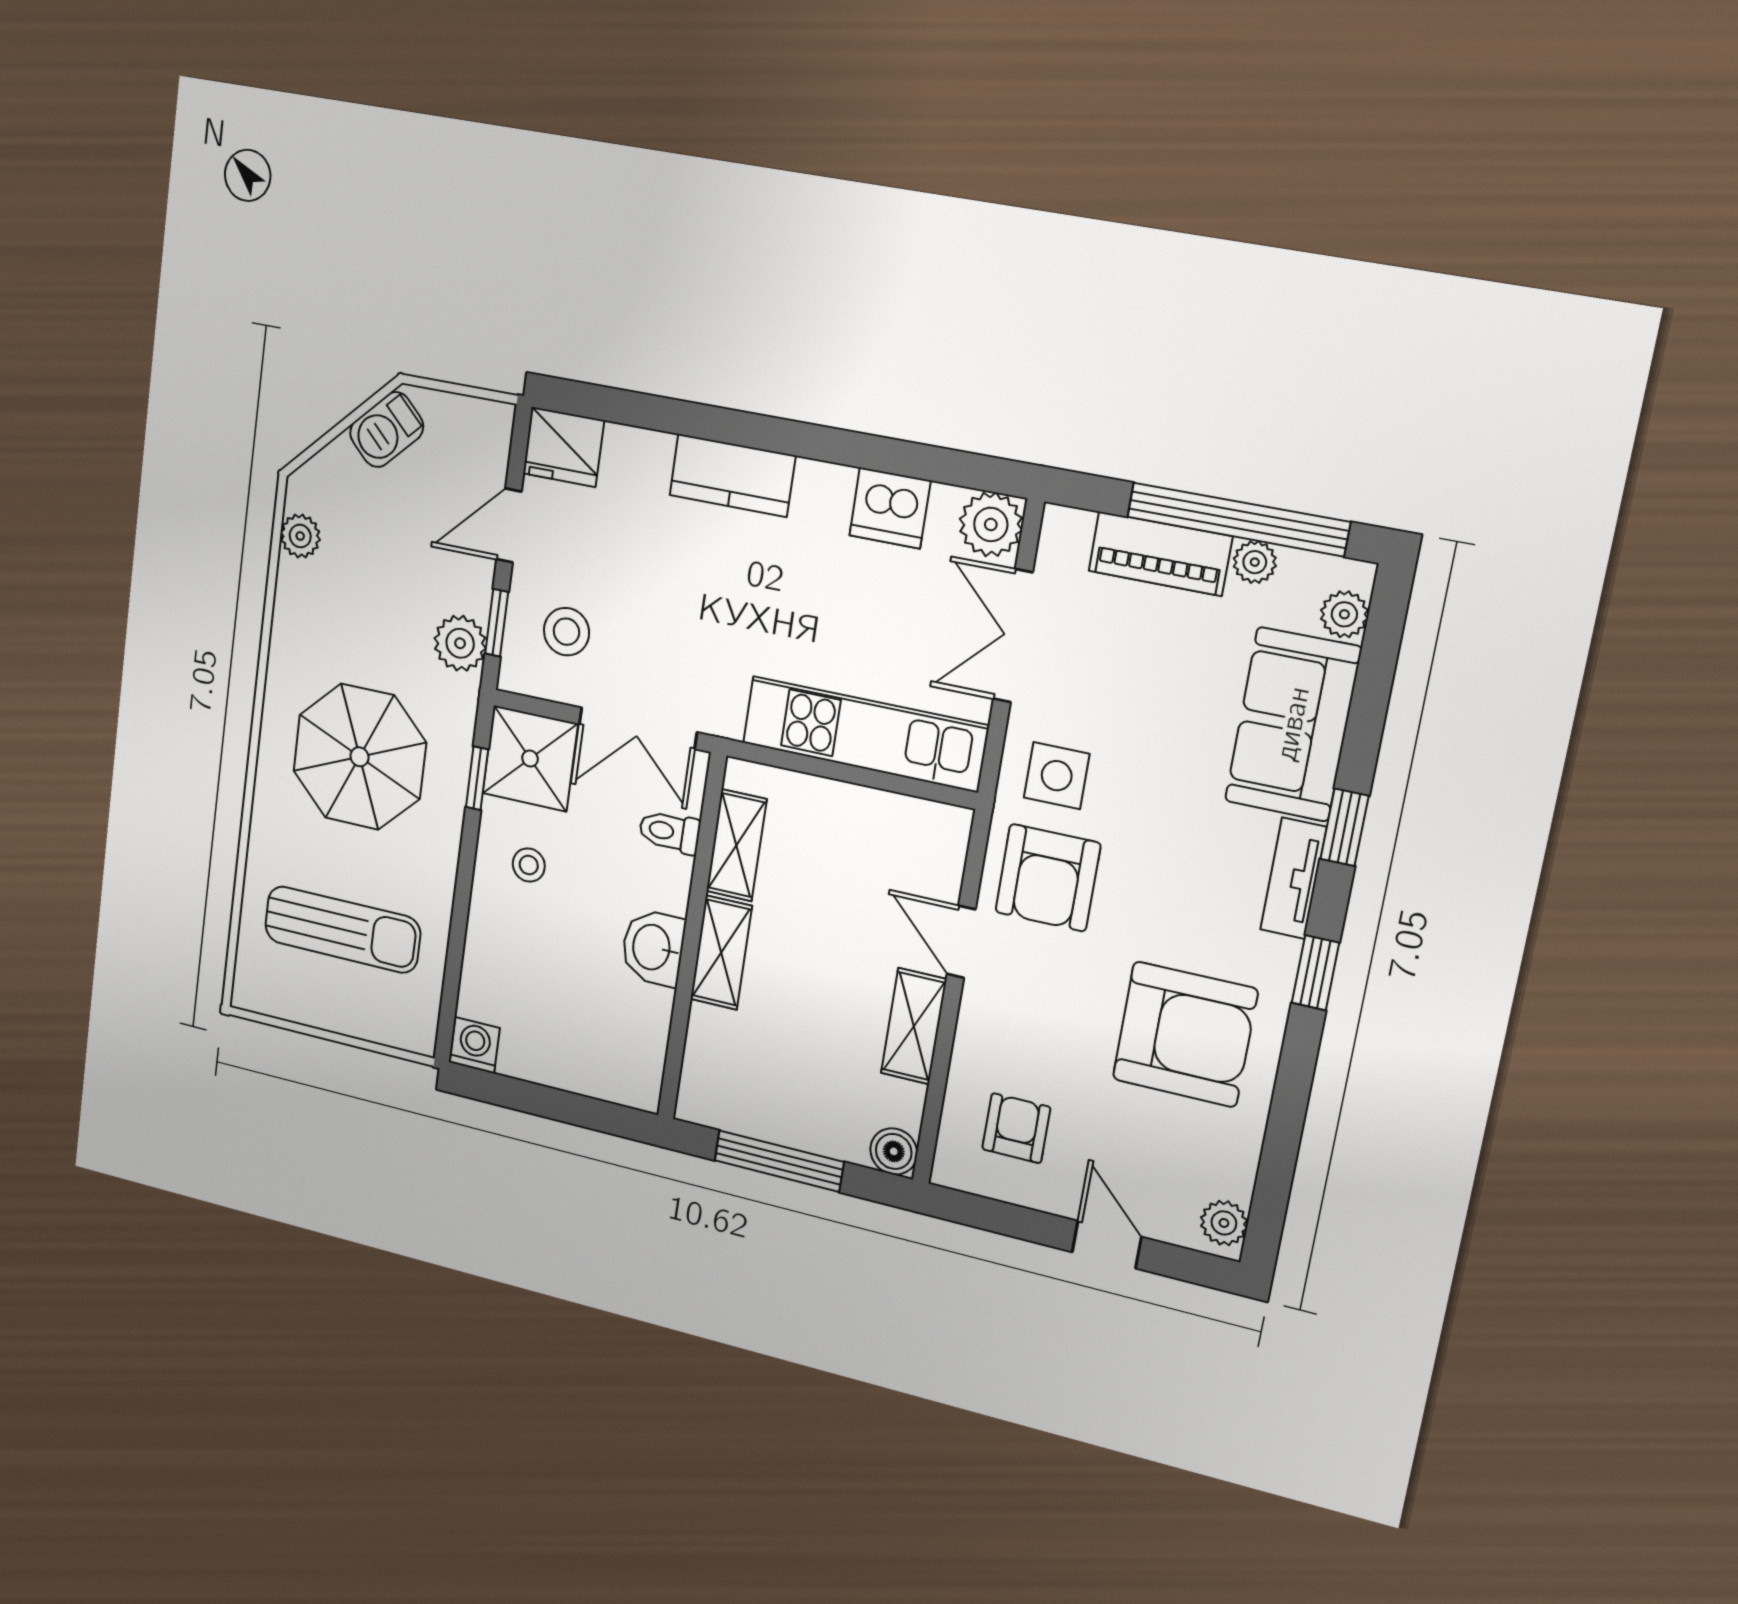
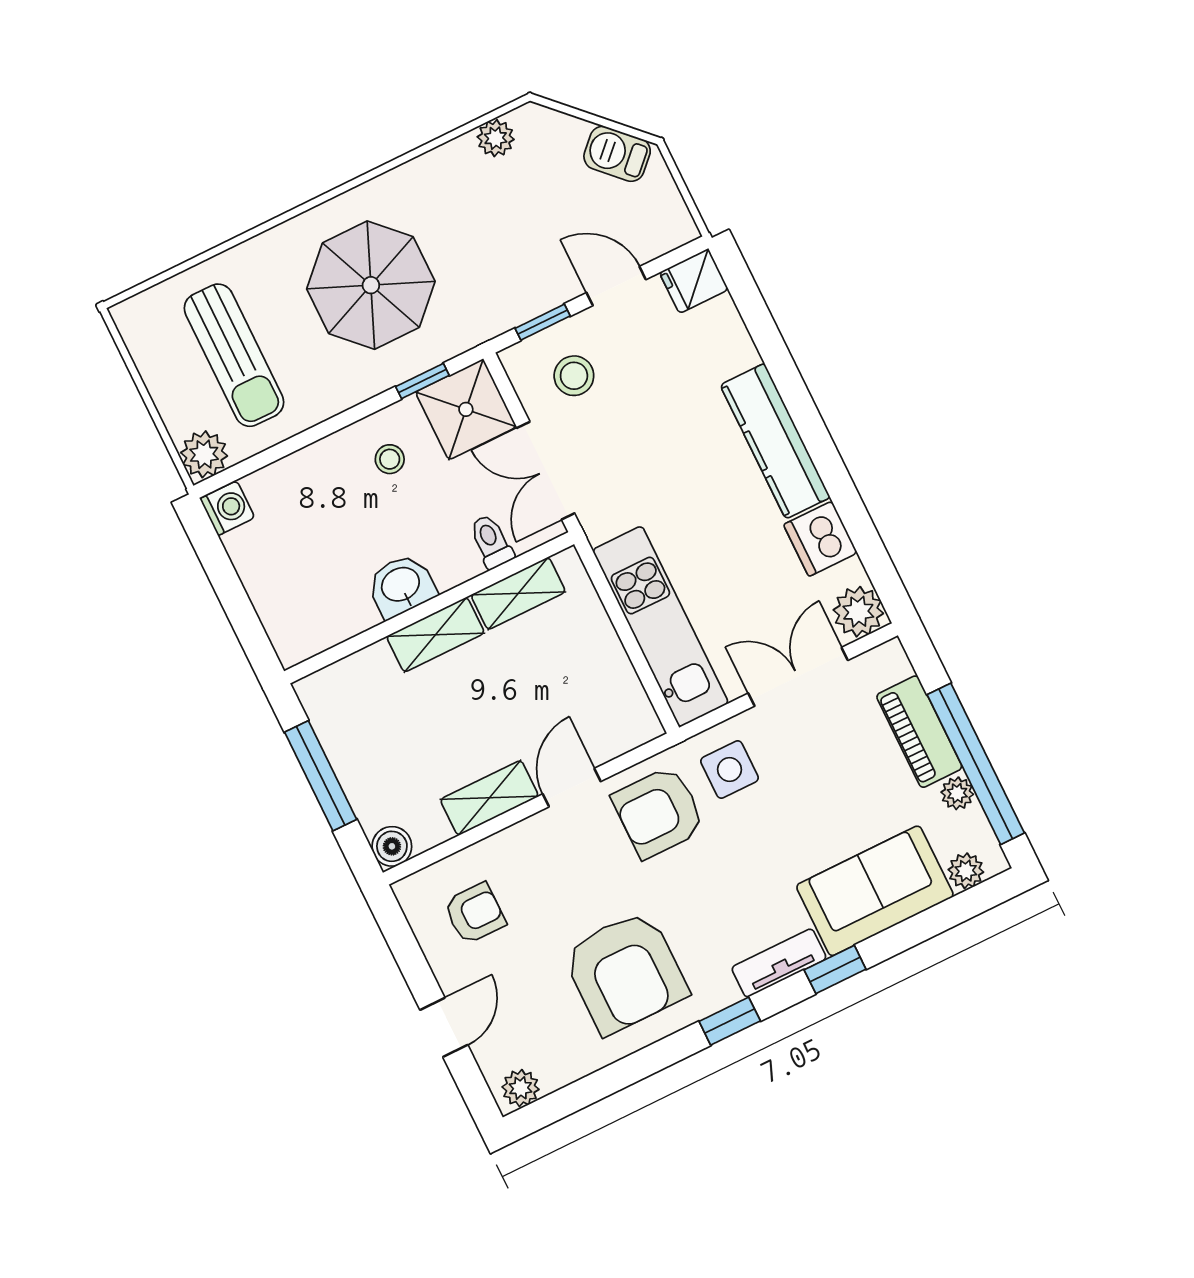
fridge: (563, 447) -> (694, 281), width x0.72
kitchen counter: (732, 475) -> (775, 441), width x1.50
plant: (460, 643) -> (204, 454), moved

